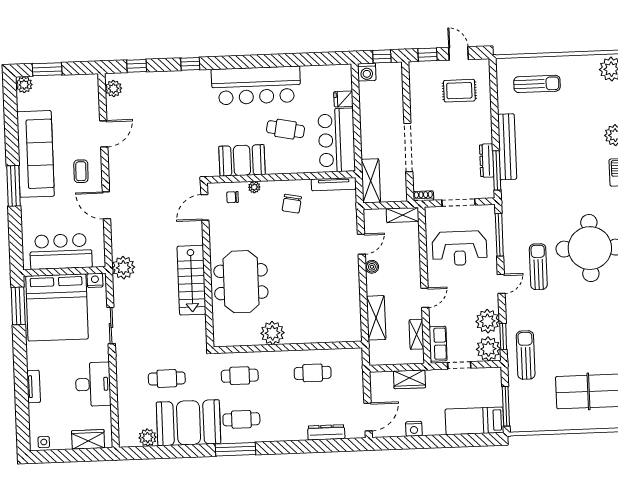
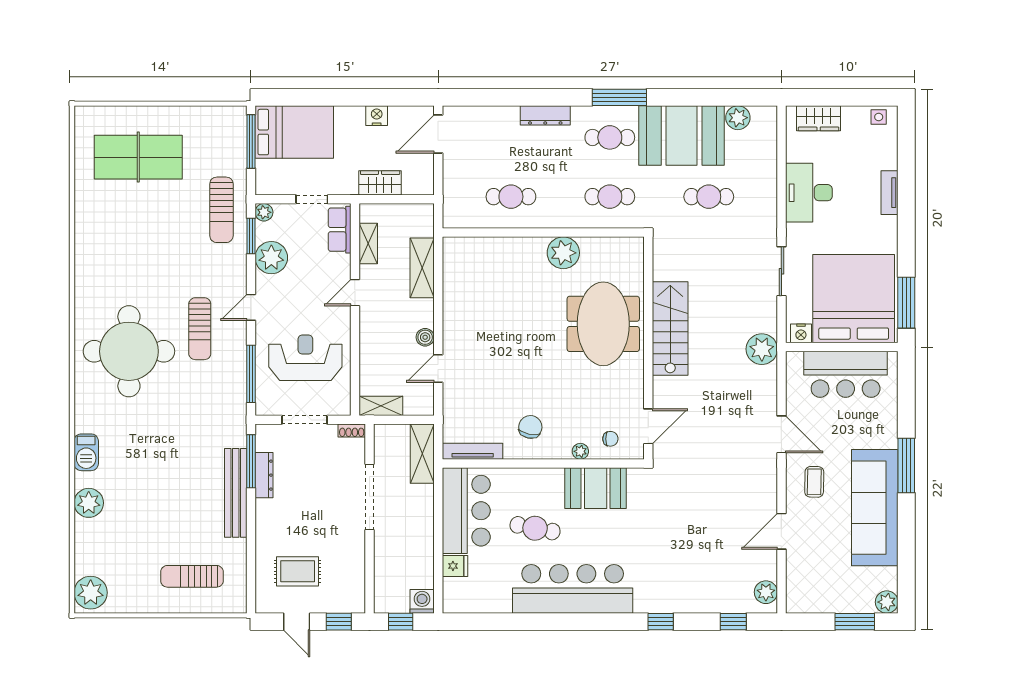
plant: (488, 349) -> (264, 212), width x0.53, depth x0.53
bed: (474, 421) -> (294, 132), width x1.50
dresser: (326, 432) -> (545, 115), moved

